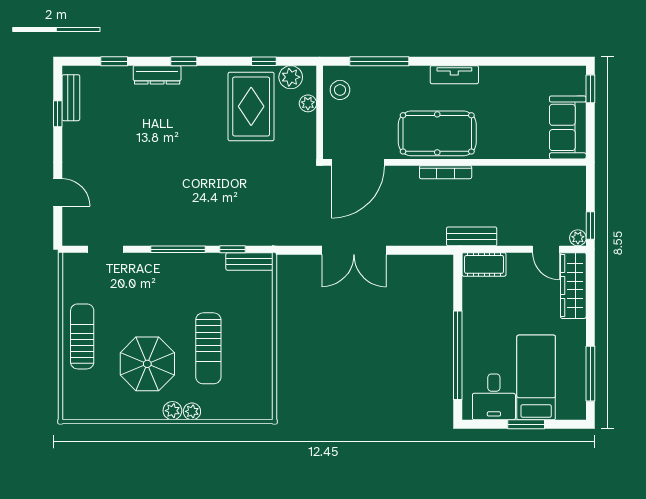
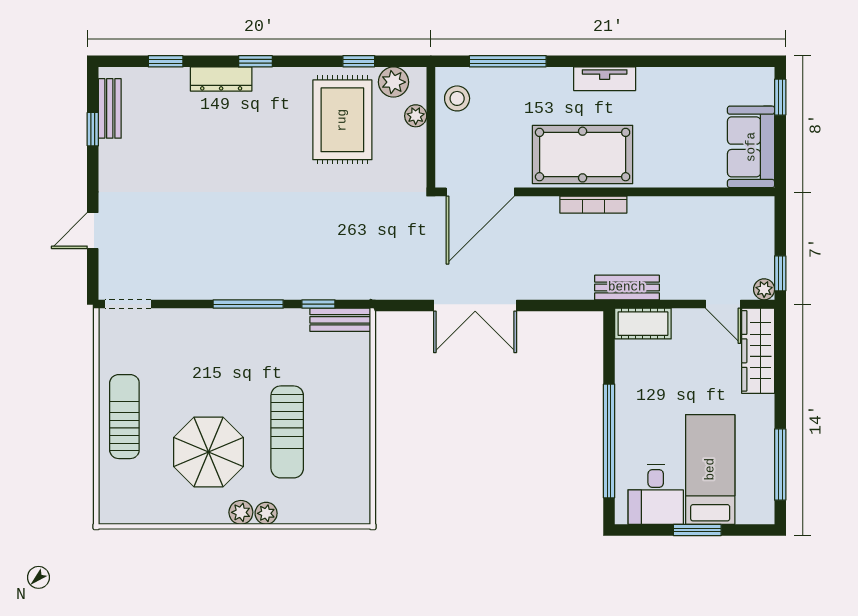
door: (58, 192) -> (93, 231), swing flipped
doorway: (106, 249) -> (128, 304), moved

